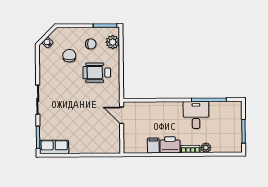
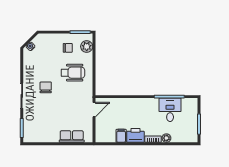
chair: (69, 56) -> (46, 87), moved
wheelchair: (97, 73) -> (73, 73), turned 180
door: (122, 115) -> (94, 110), swing flipped
desk: (196, 115) -> (170, 110), moved
row of seats: (54, 147) -> (72, 136), moved

